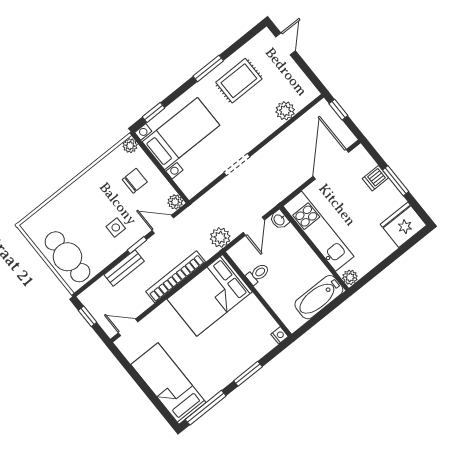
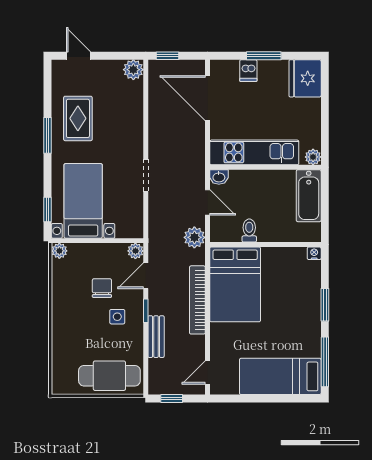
plant: (285, 111) -> (133, 70), moved
chair: (135, 181) -> (102, 288), moved

